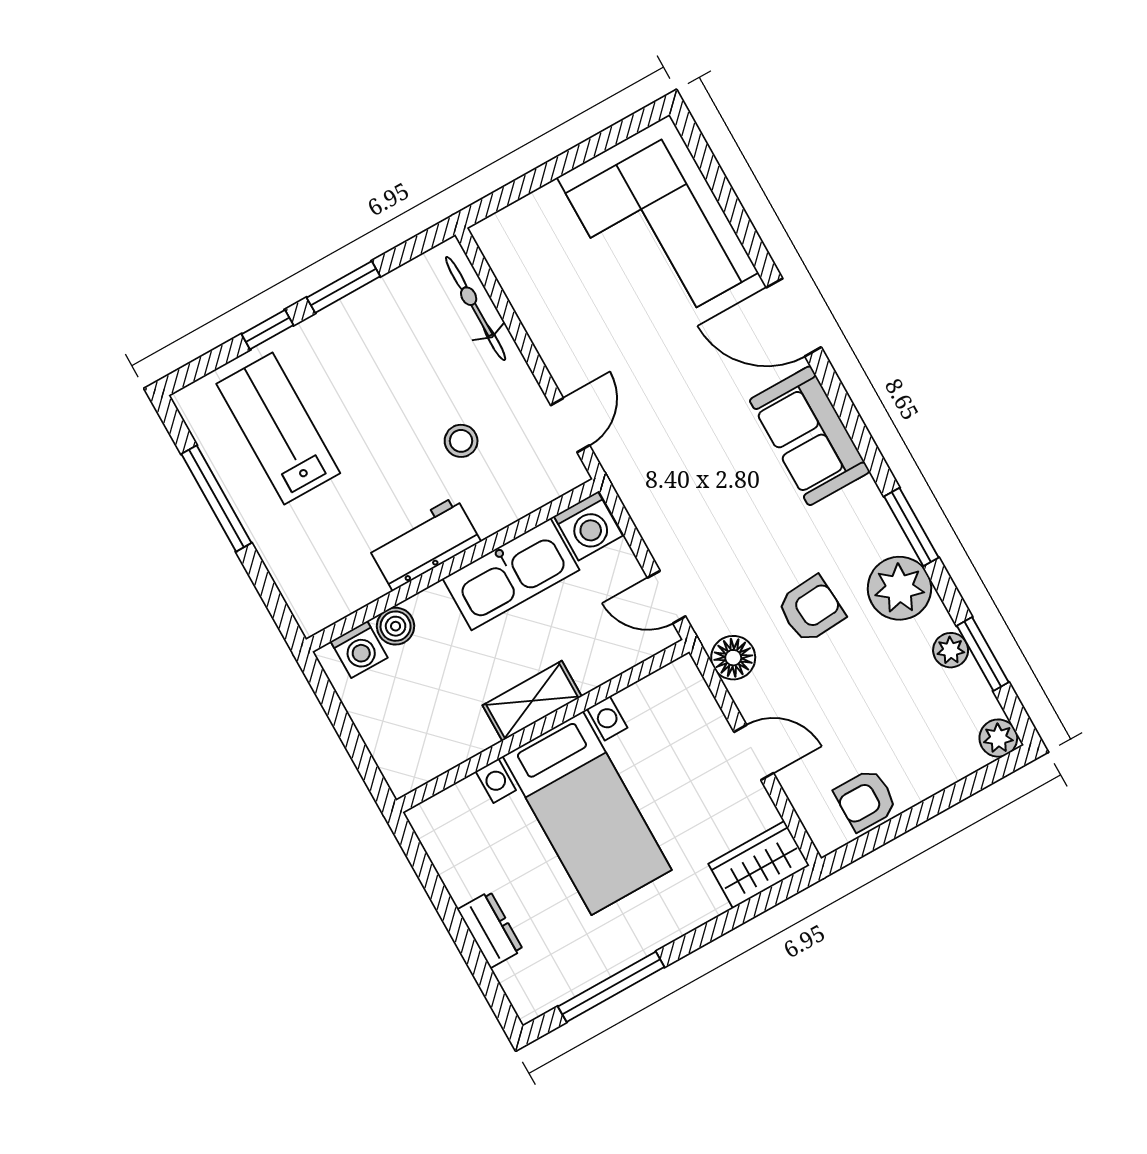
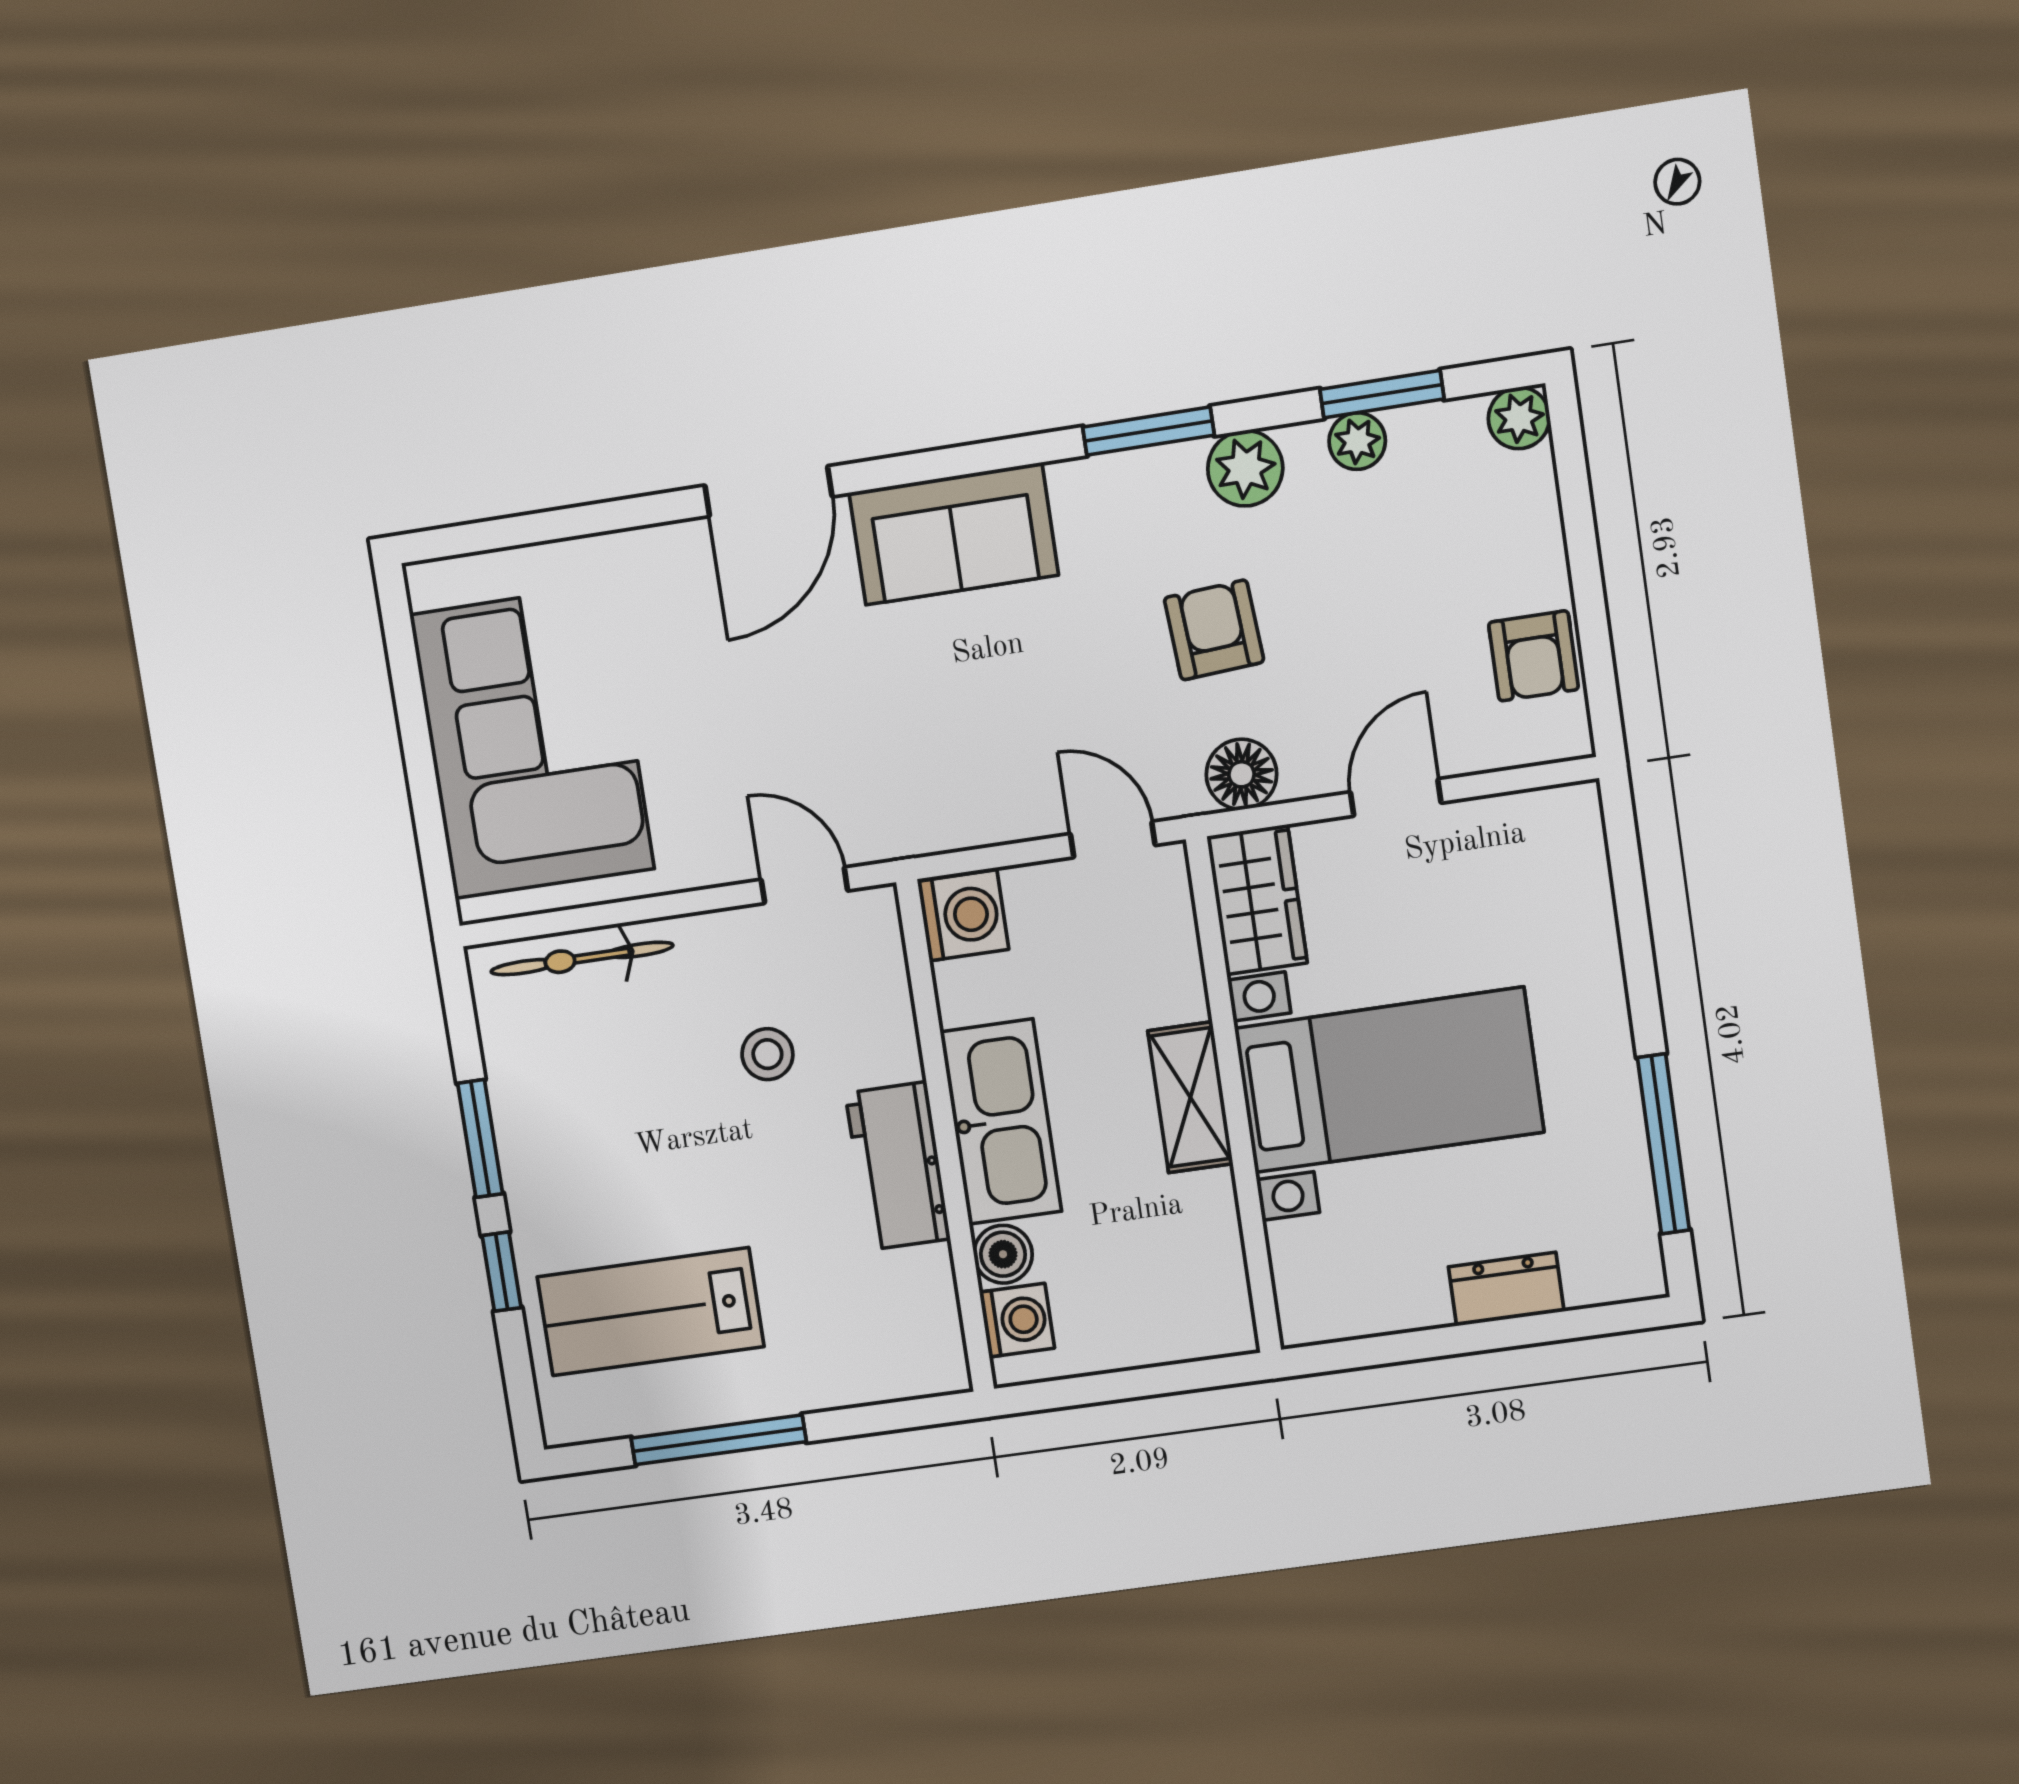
corner sofa: (658, 225) -> (532, 742), moved, turned -90
kitchen sink: (511, 574) -> (1001, 1122), moved
plant: (899, 588) -> (1245, 468), width x0.73, depth x0.73
door: (667, 597) -> (1113, 839), swing flipped
wardrobe: (759, 865) -> (1257, 900), moved, turned 180

